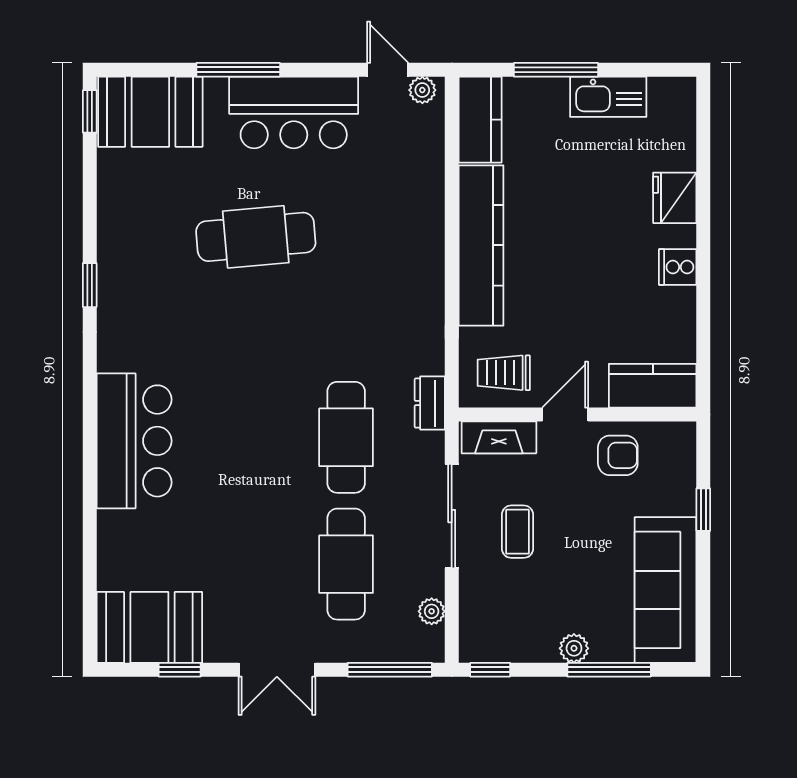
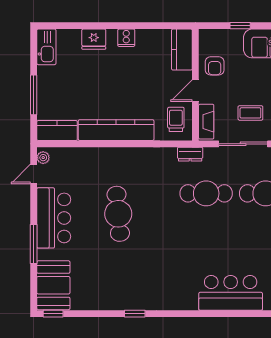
kitchen sink: (608, 97) -> (46, 47), moved
cafe table: (256, 237) -> (118, 214), moved
trolley: (504, 373) -> (176, 119), turned 180
door: (565, 415) -> (195, 91), hinge flipped
bar counter: (134, 441) -> (231, 293), moved
armchair: (618, 455) -> (215, 66), turned 180

